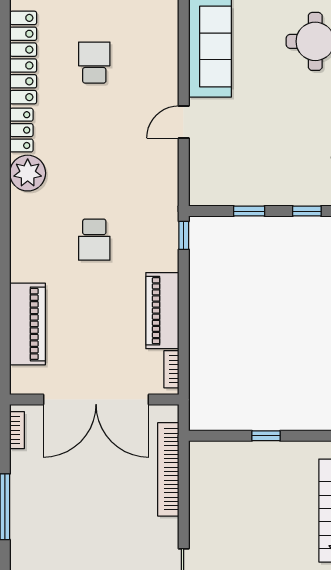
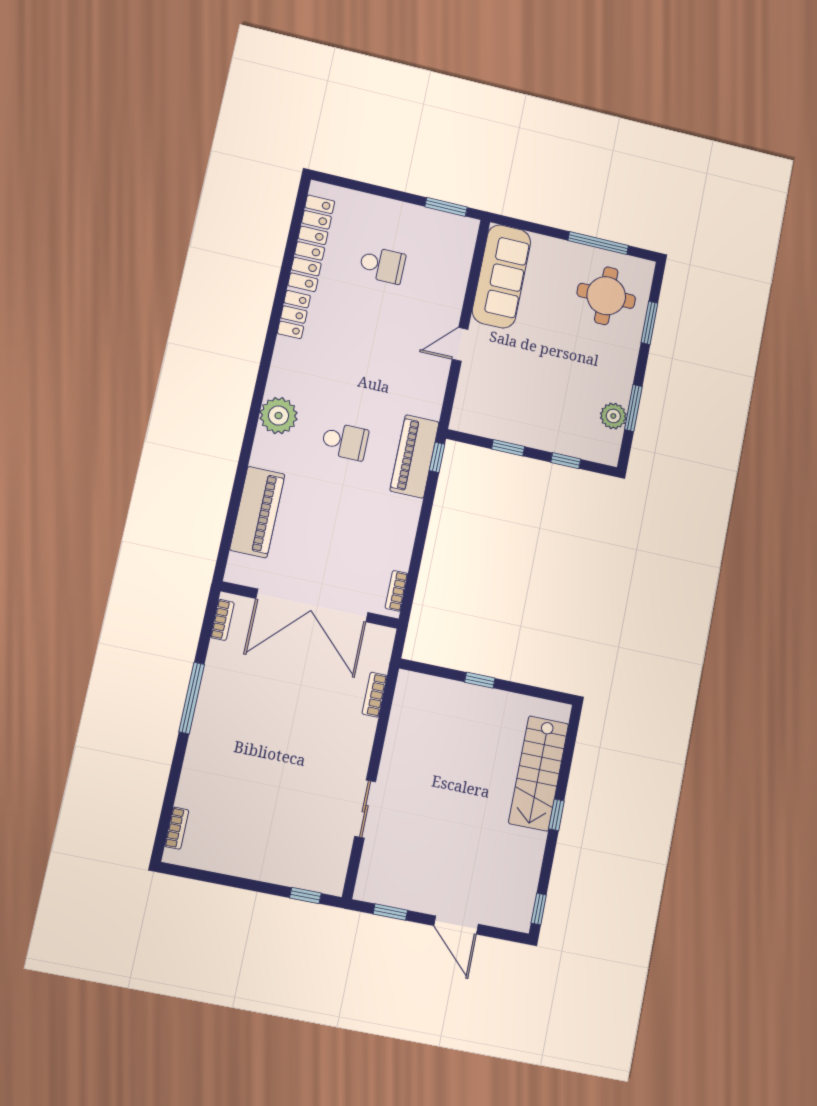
school desk: (94, 63) -> (382, 265), turned 90
plant: (28, 173) -> (279, 416), moved
school desk: (94, 240) -> (345, 441), turned -90
piano: (162, 311) -> (414, 456), moved
bookcase: (168, 469) -> (375, 695), width x0.43, depth x0.76

